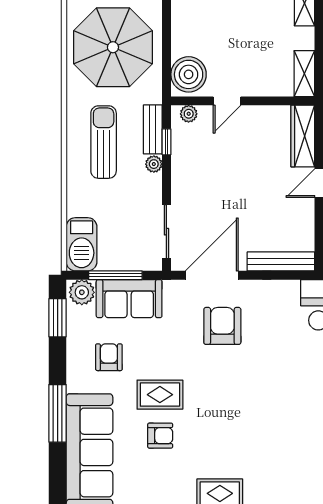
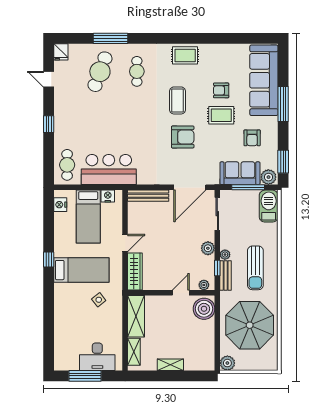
shelving: (304, 74) -> (136, 316), width x1.50, depth x1.33
plant: (182, 175) -> (208, 248), added
armchair: (222, 326) -> (183, 137), moved, turned -90
coffee table: (232, 419) -> (177, 100), added
cafe table: (300, 467) -> (137, 71), added

